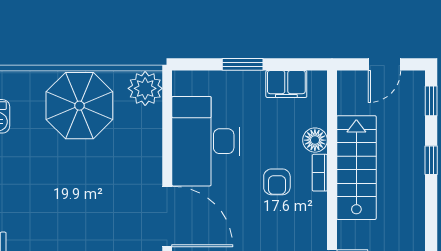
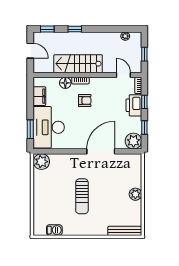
window: (243, 64) -> (30, 129), moved
parasol: (79, 106) -> (49, 192), removed
desk: (206, 141) -> (49, 127), moved, turned 90
sun lounger: (70, 176) -> (82, 196), added

